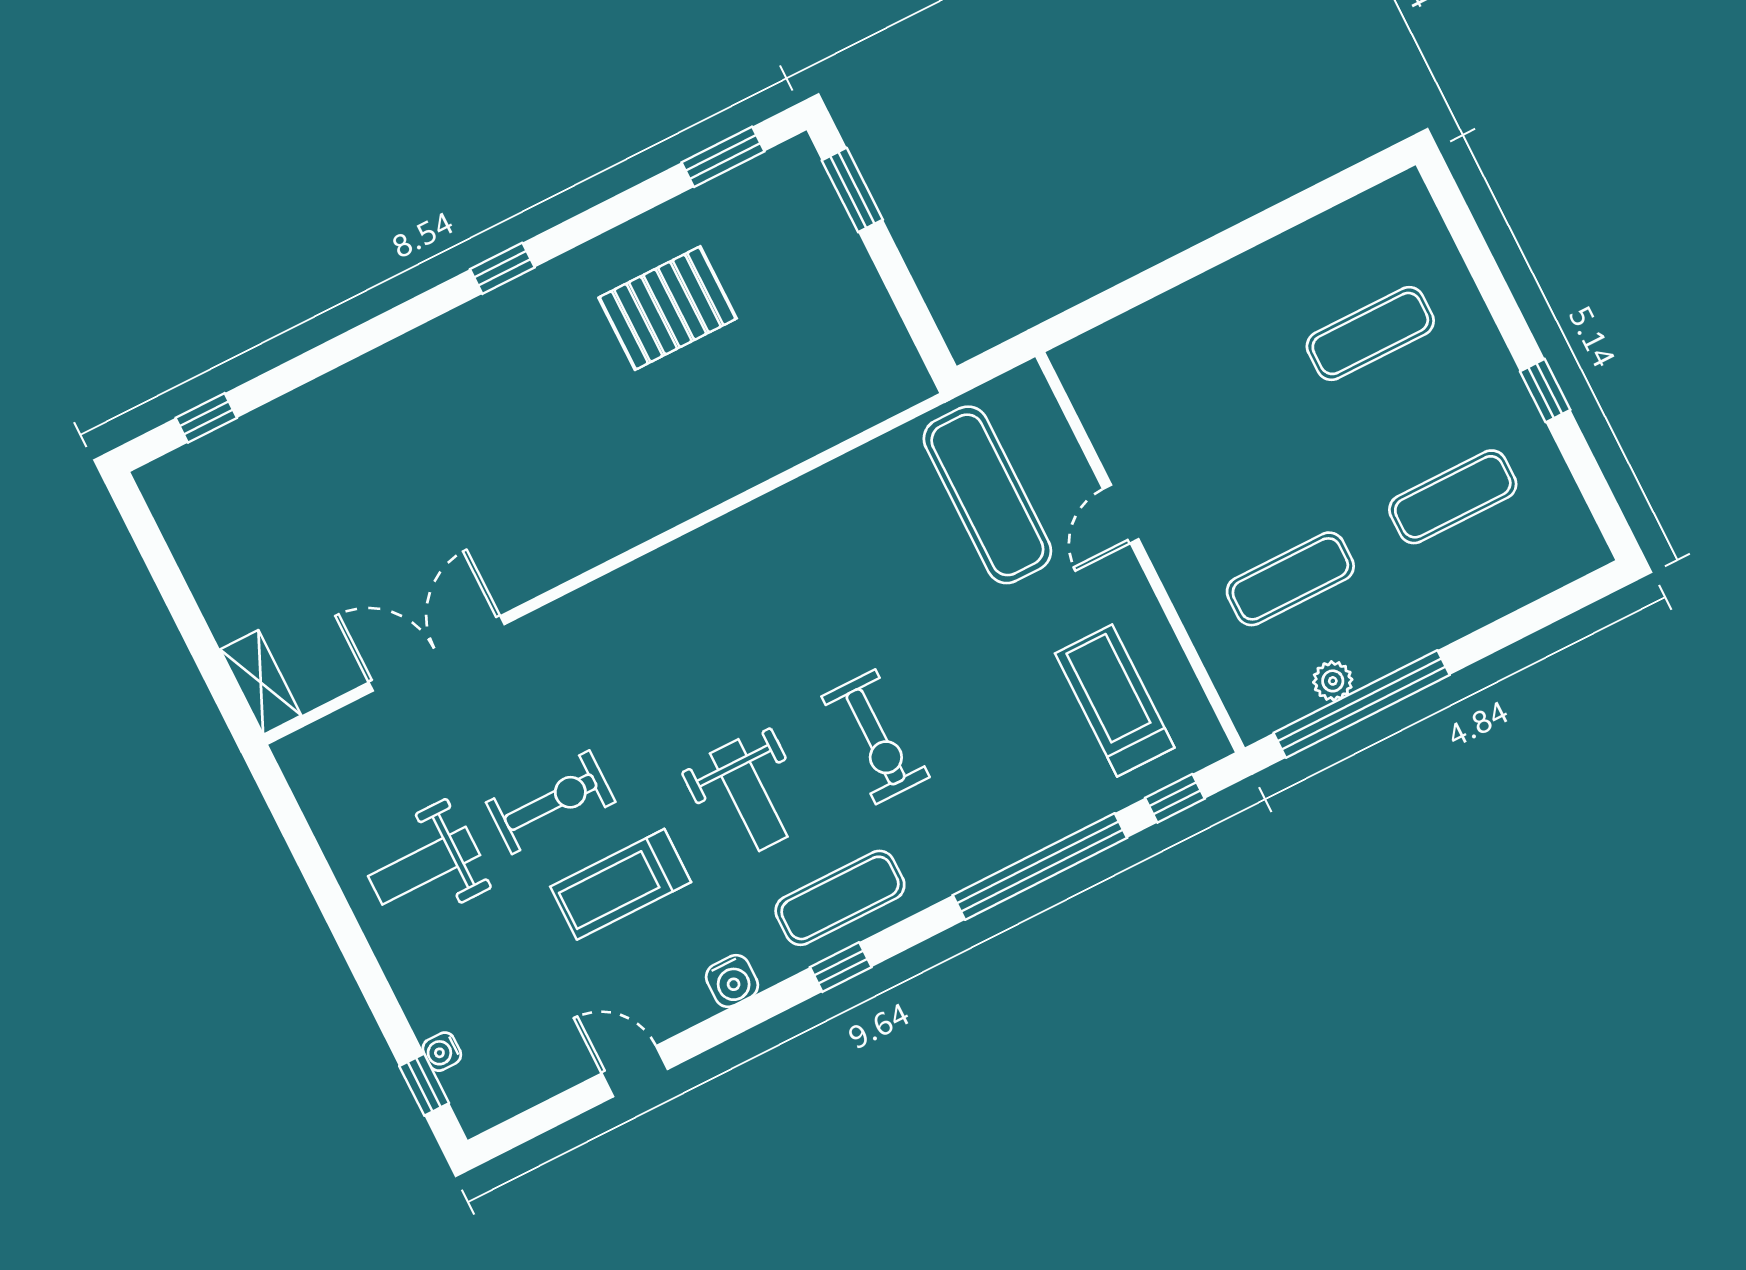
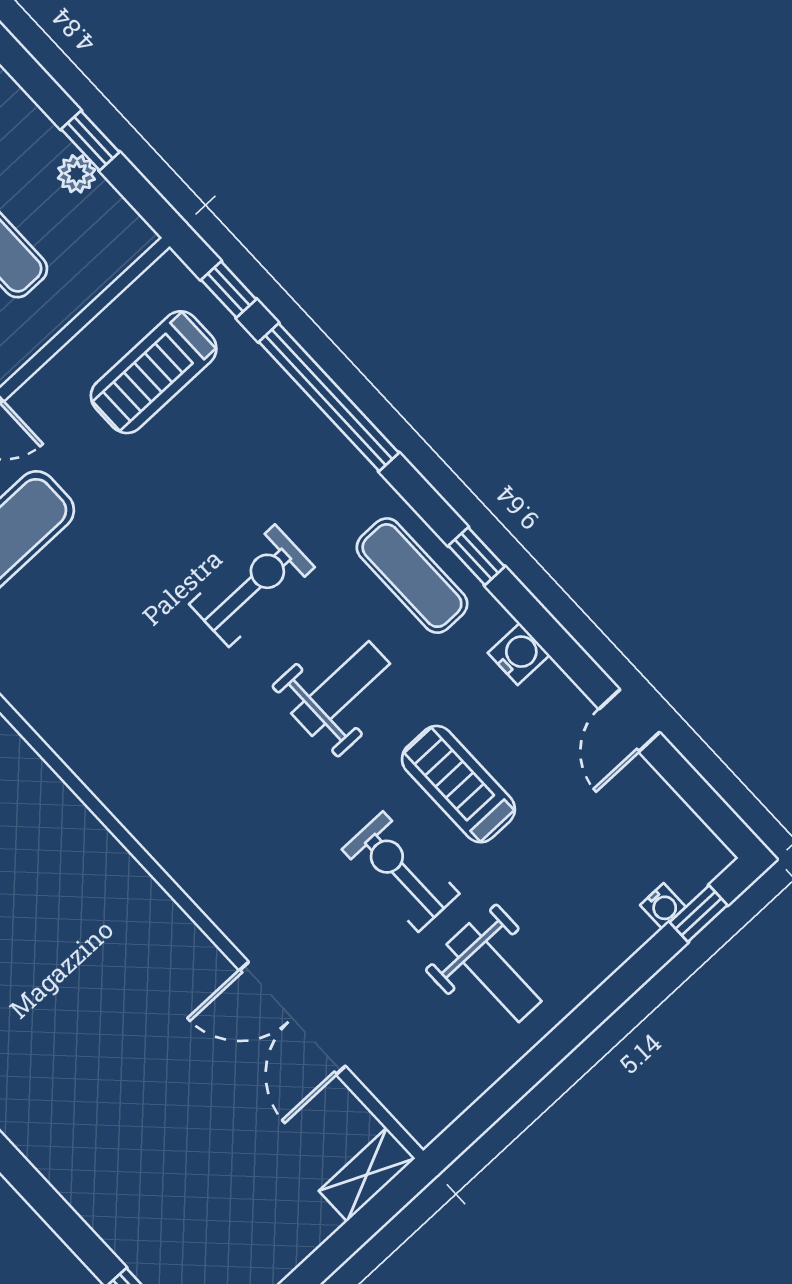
window: (1362, 704) -> (90, 141), width x0.32
treadmill: (621, 884) -> (458, 784), turned 180

